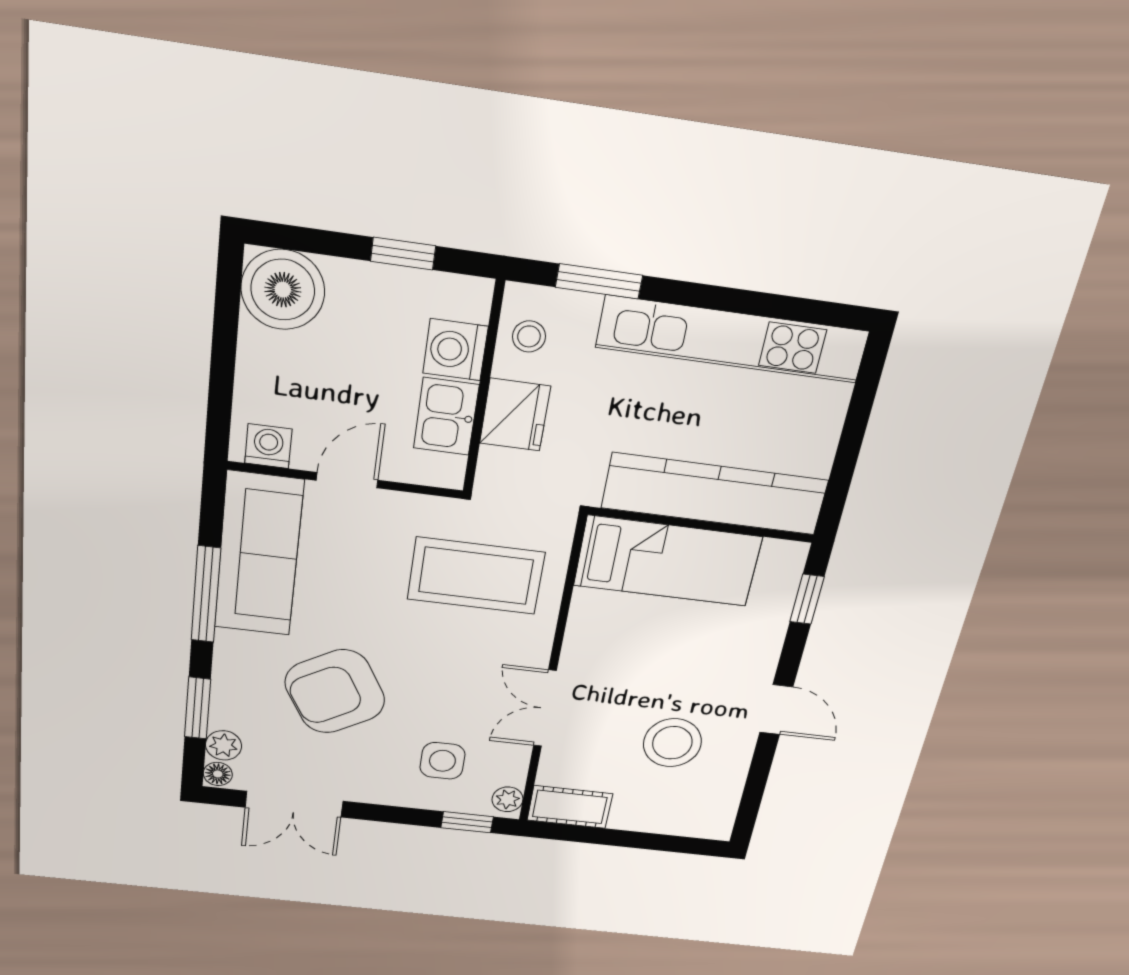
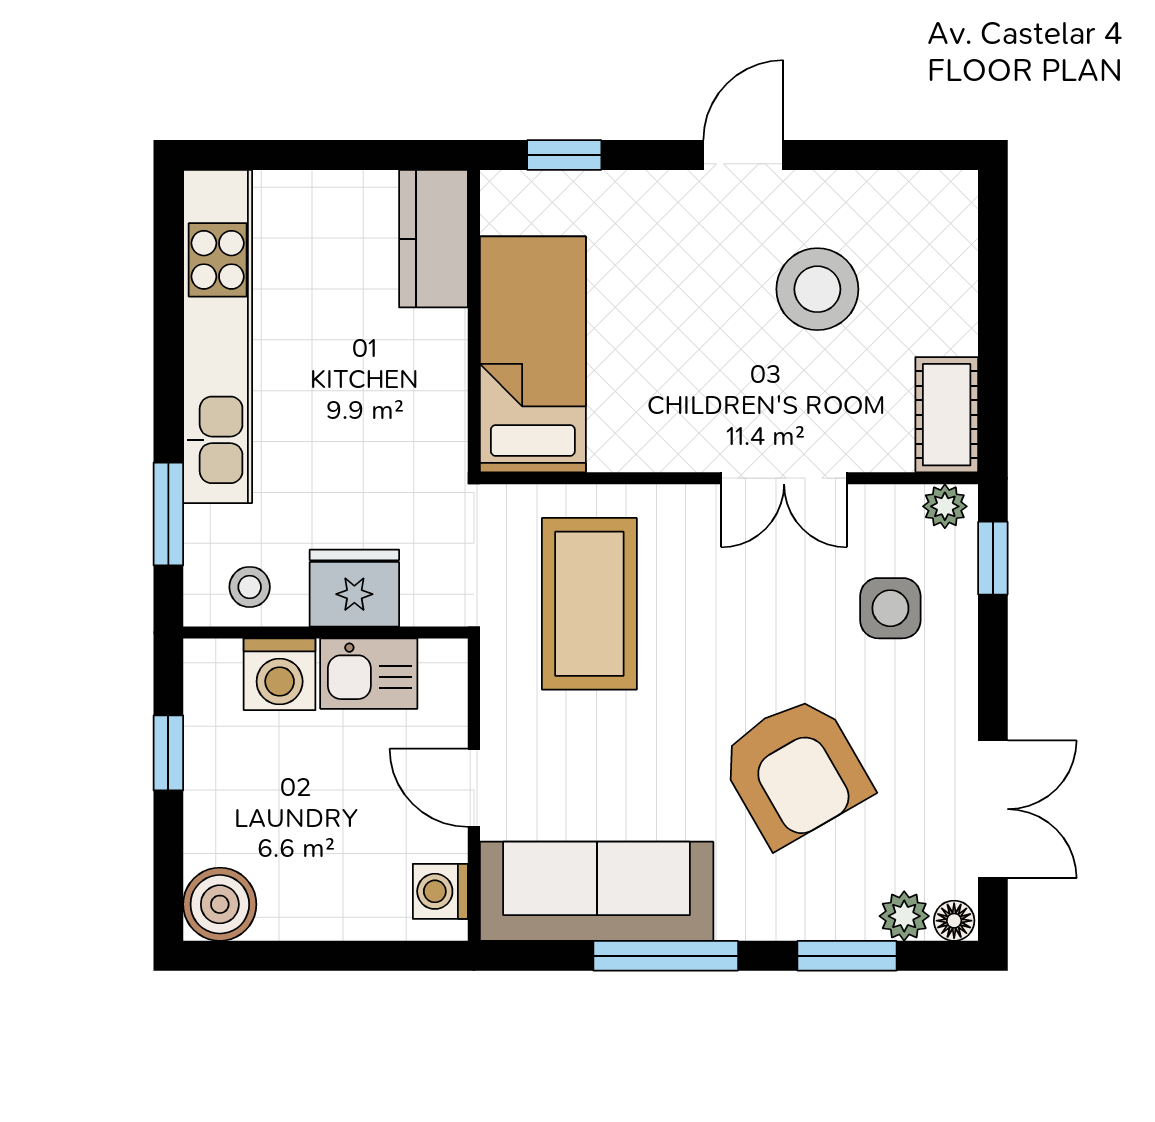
boiler: (283, 290) -> (220, 904), width x0.73, depth x0.73
kitchen counter: (715, 494) -> (433, 239), width x0.48, depth x0.86

